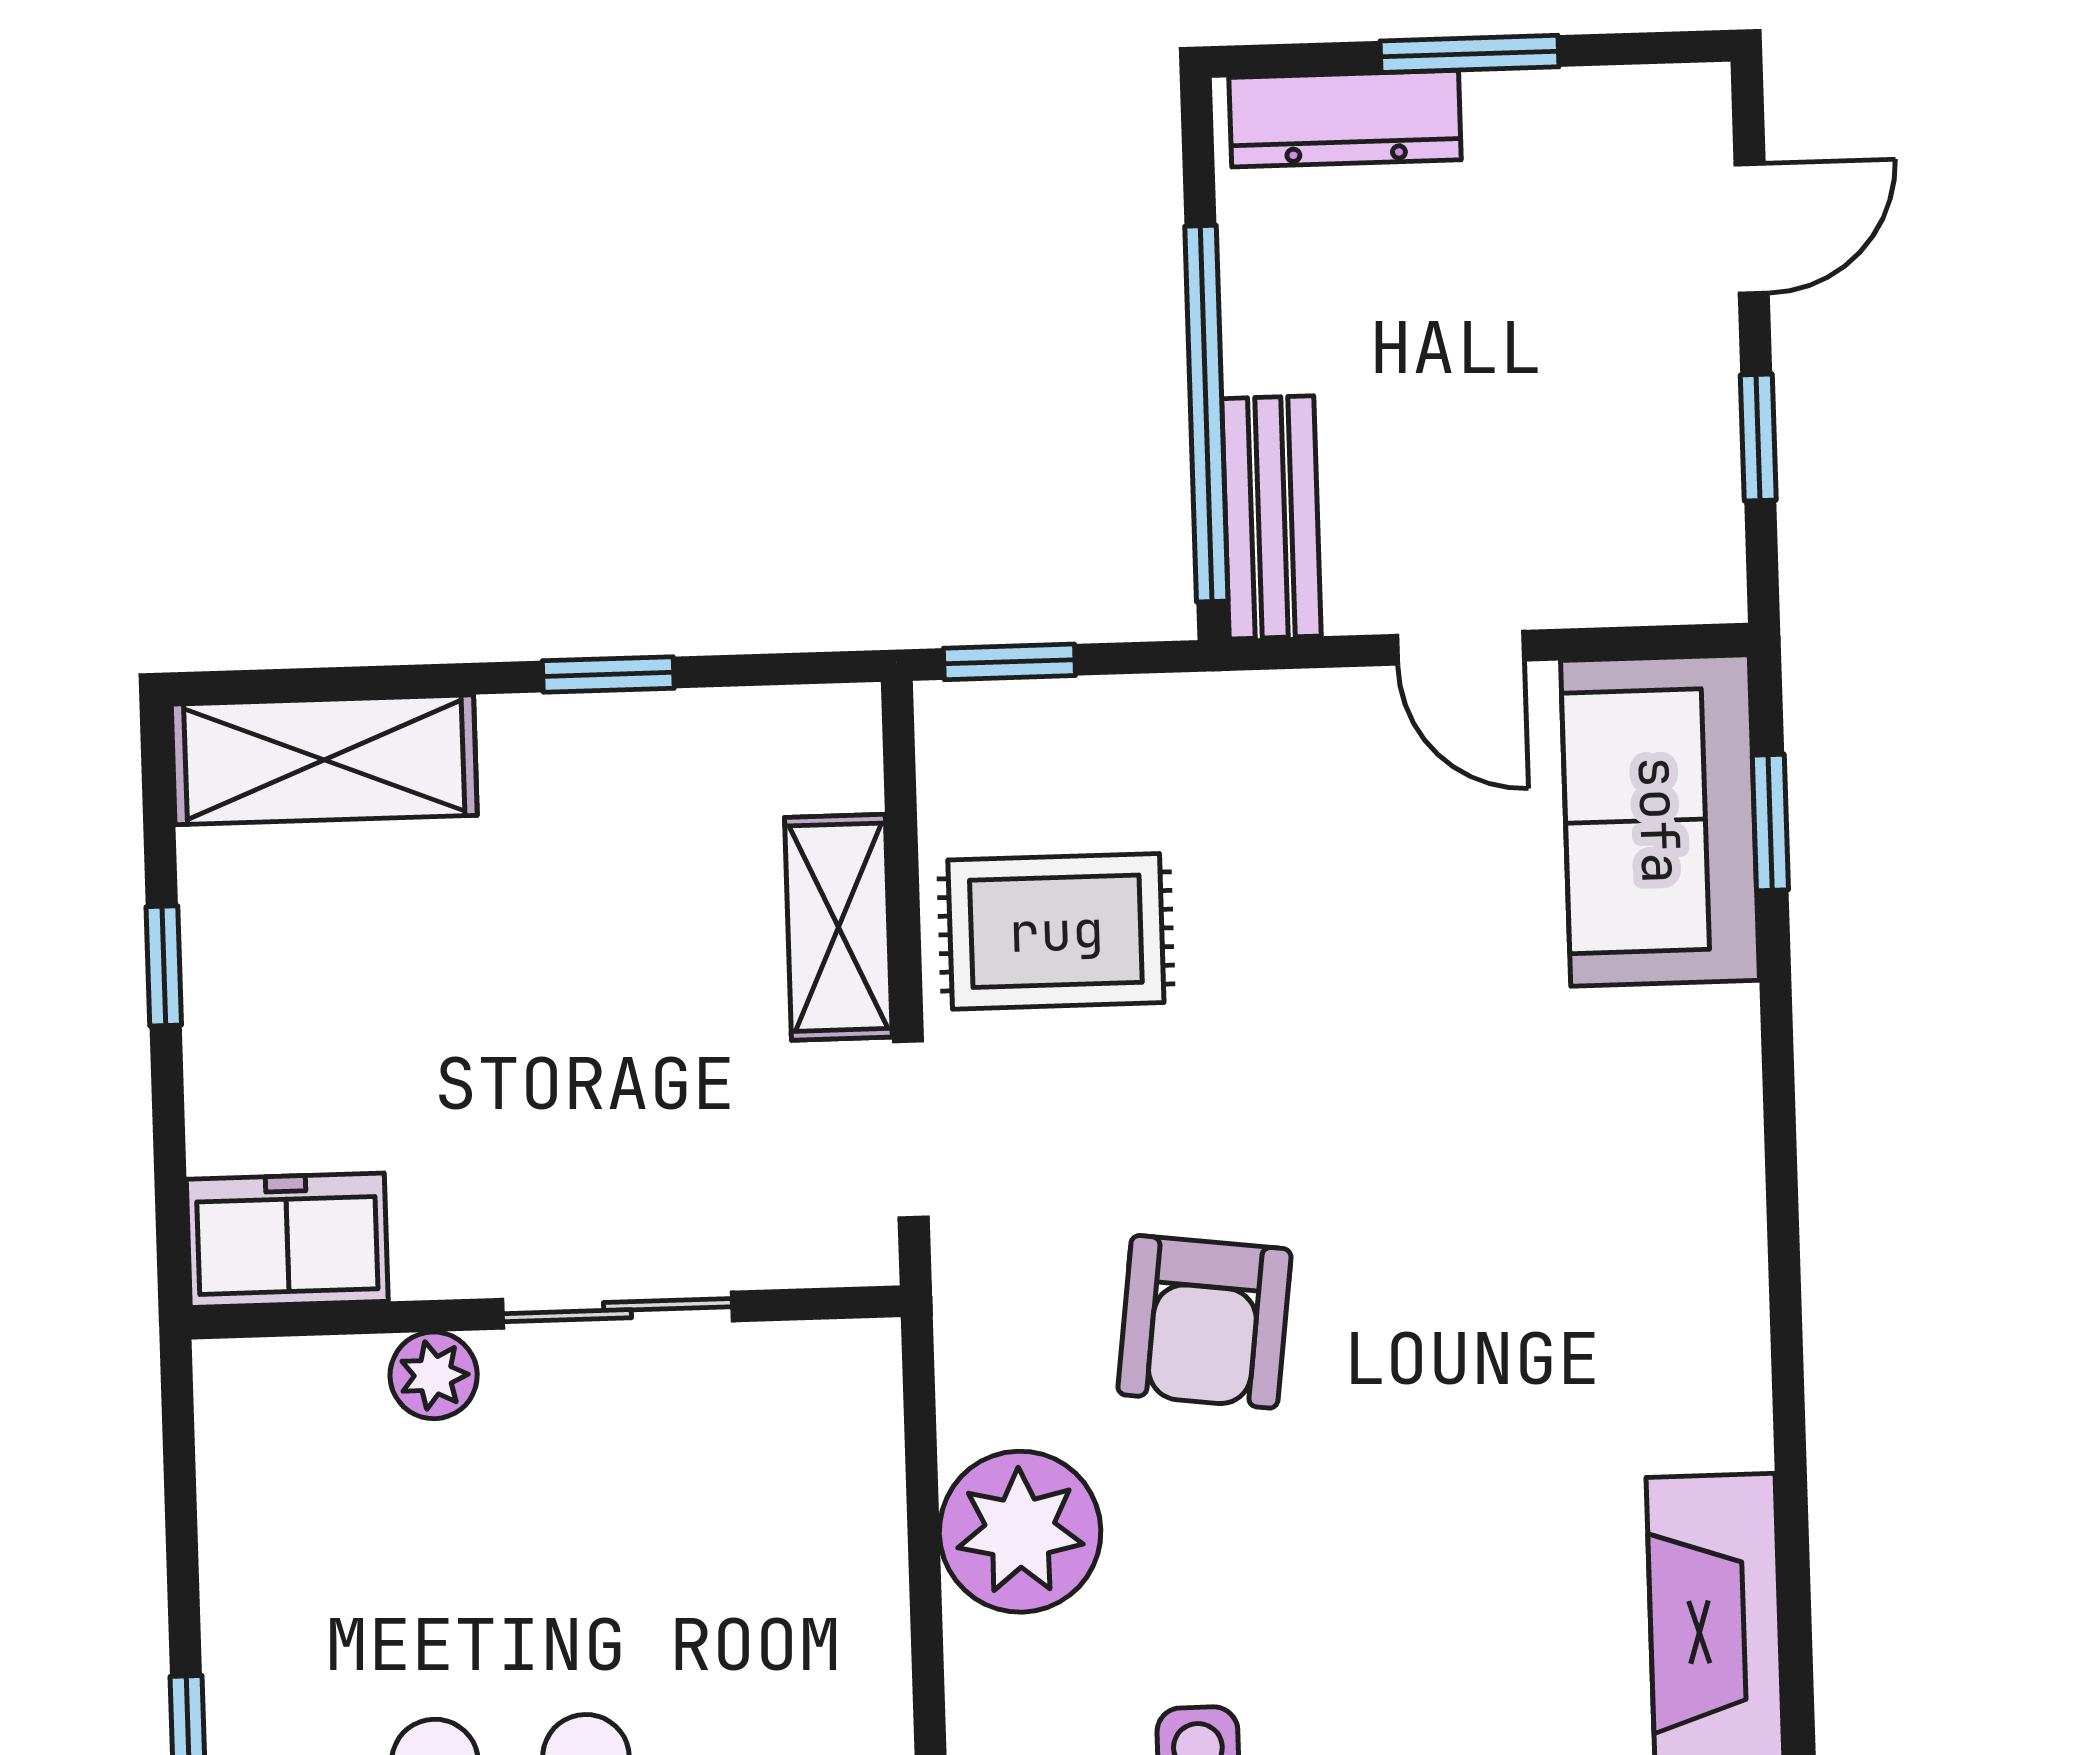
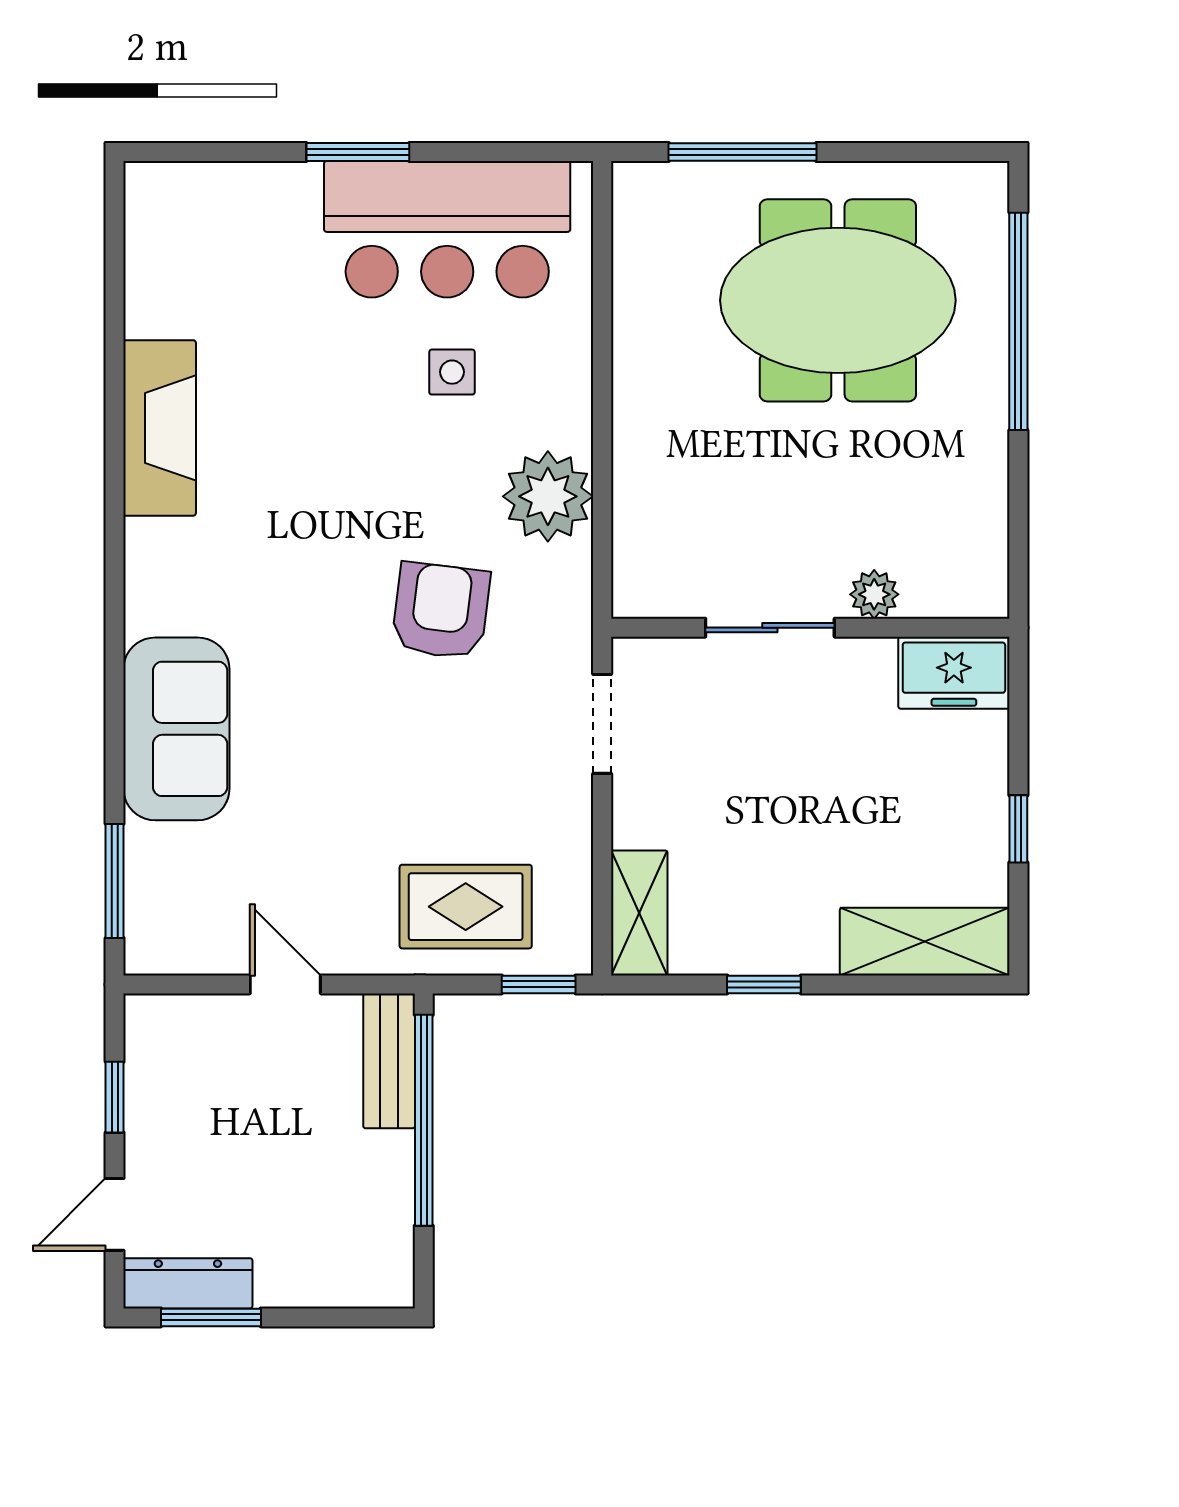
window: (1469, 54) -> (211, 1317), moved
dresser: (1345, 119) -> (188, 1283), moved
sofa: (1660, 820) -> (176, 729), moved
window: (1770, 822) -> (115, 881), width x1.50
shelving: (838, 927) -> (639, 913), moved
rug: (1056, 931) -> (466, 907), moved

